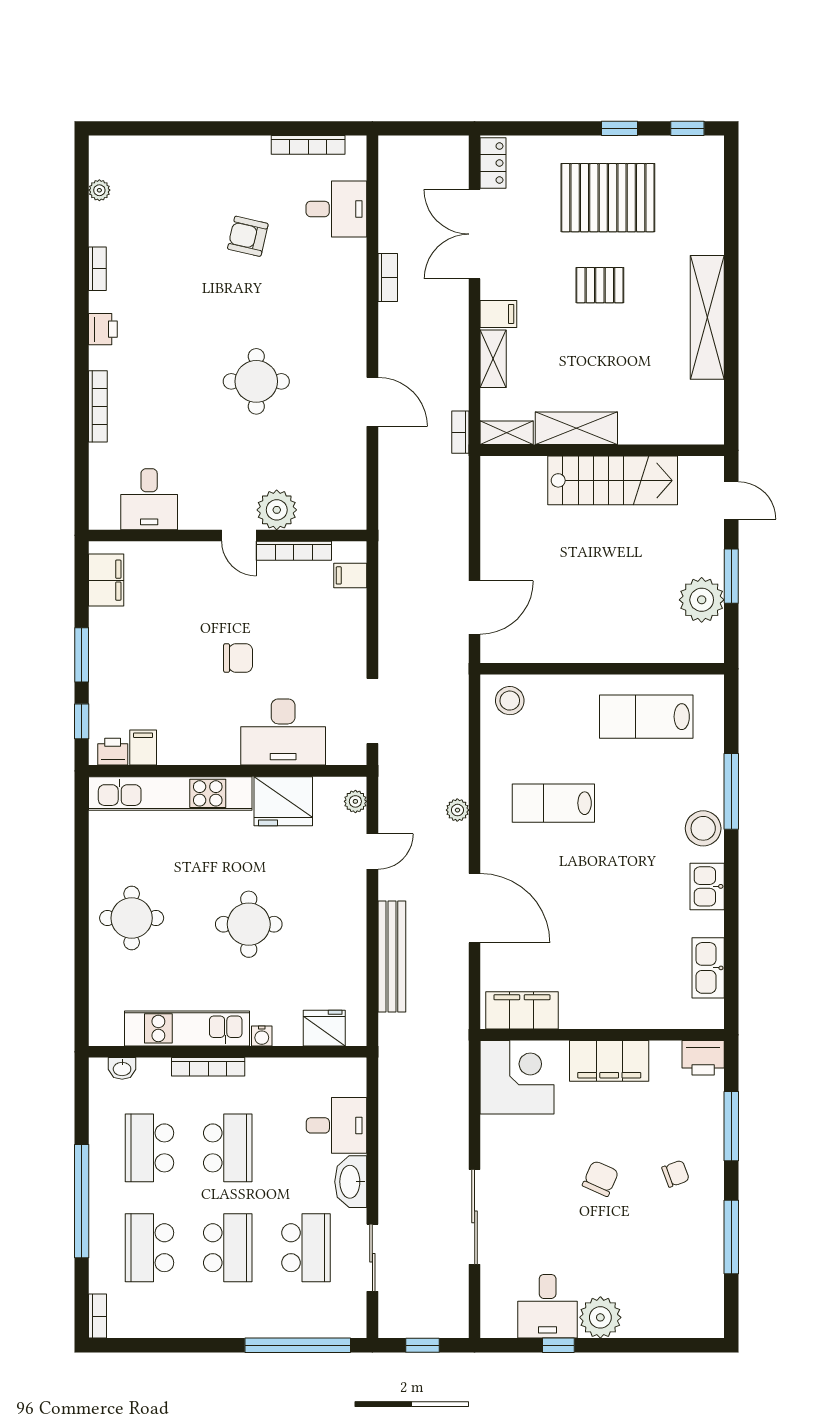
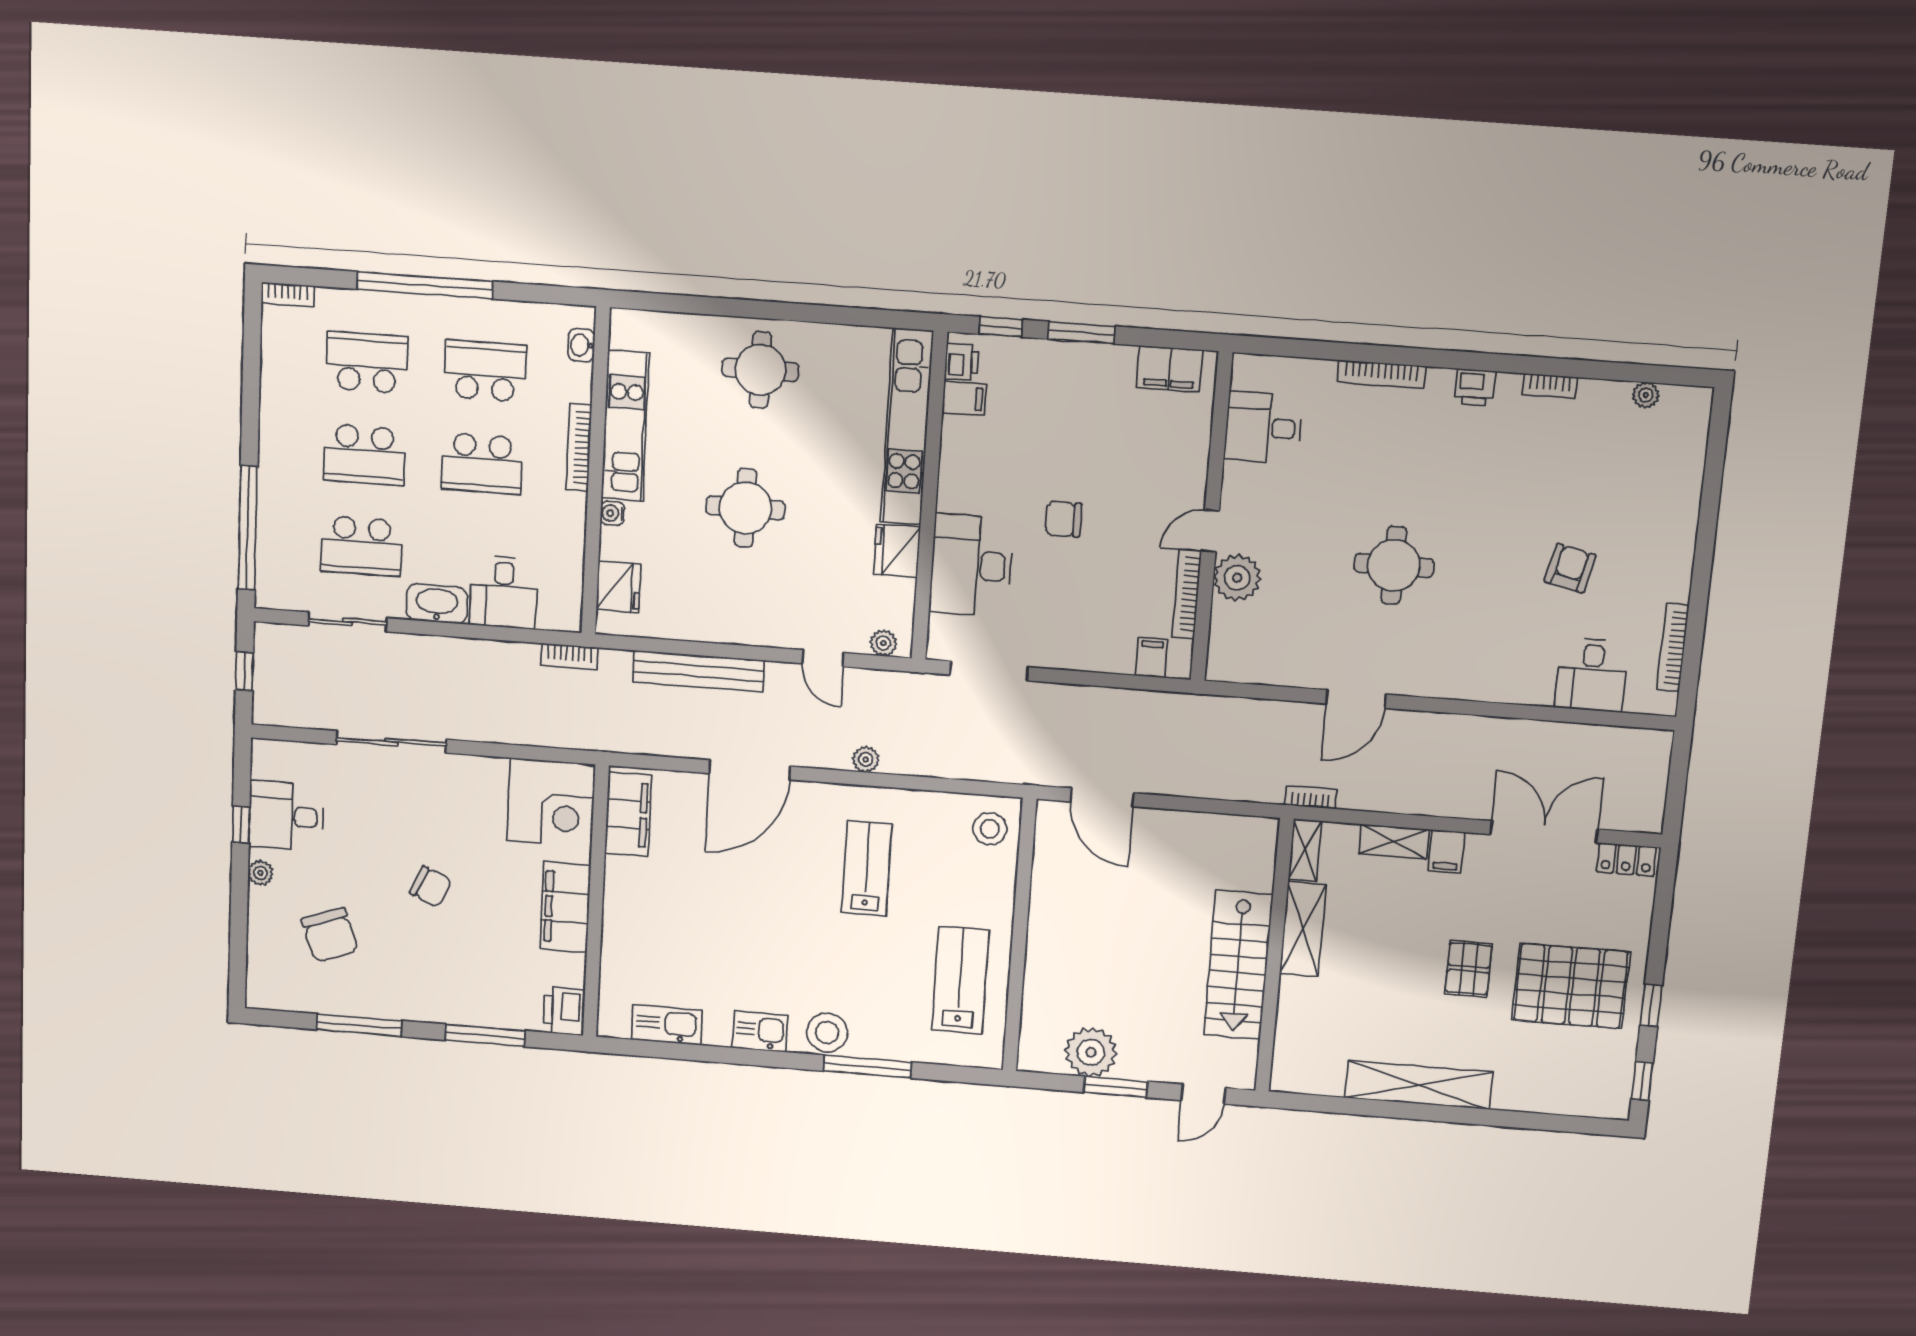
pallet: (608, 198) -> (1571, 986), turned 90
bookcase: (388, 277) -> (569, 656), moved
chair: (238, 658) -> (1063, 519), turned 90
fridge: (283, 801) -> (897, 551), width x0.73, depth x0.75
chair: (676, 1174) -> (330, 935), moved, width x1.87, depth x1.87
plant: (600, 1317) -> (261, 873), width x0.53, depth x0.53

